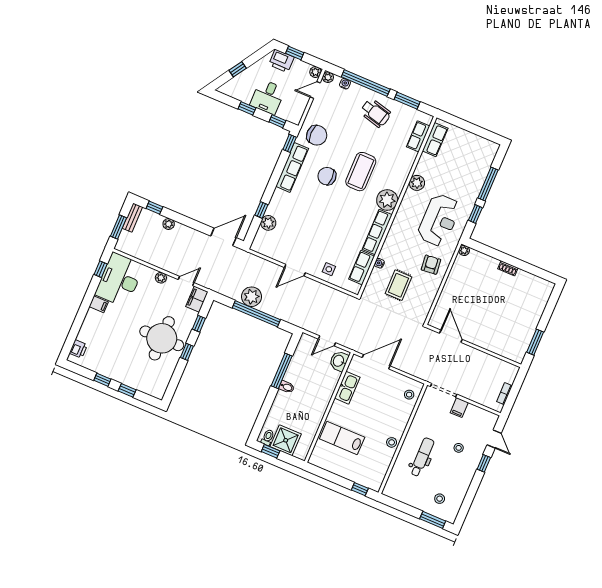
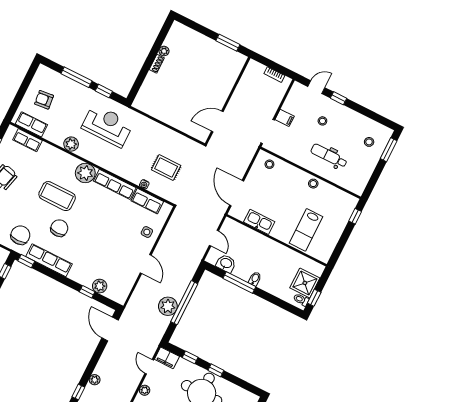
chair: (327, 176) -> (59, 228), turned 180
plant: (464, 250) -> (164, 51), moved
armchair: (431, 265) -> (44, 100), moved
washbasin: (339, 361) -> (226, 263), moved, turned 180

